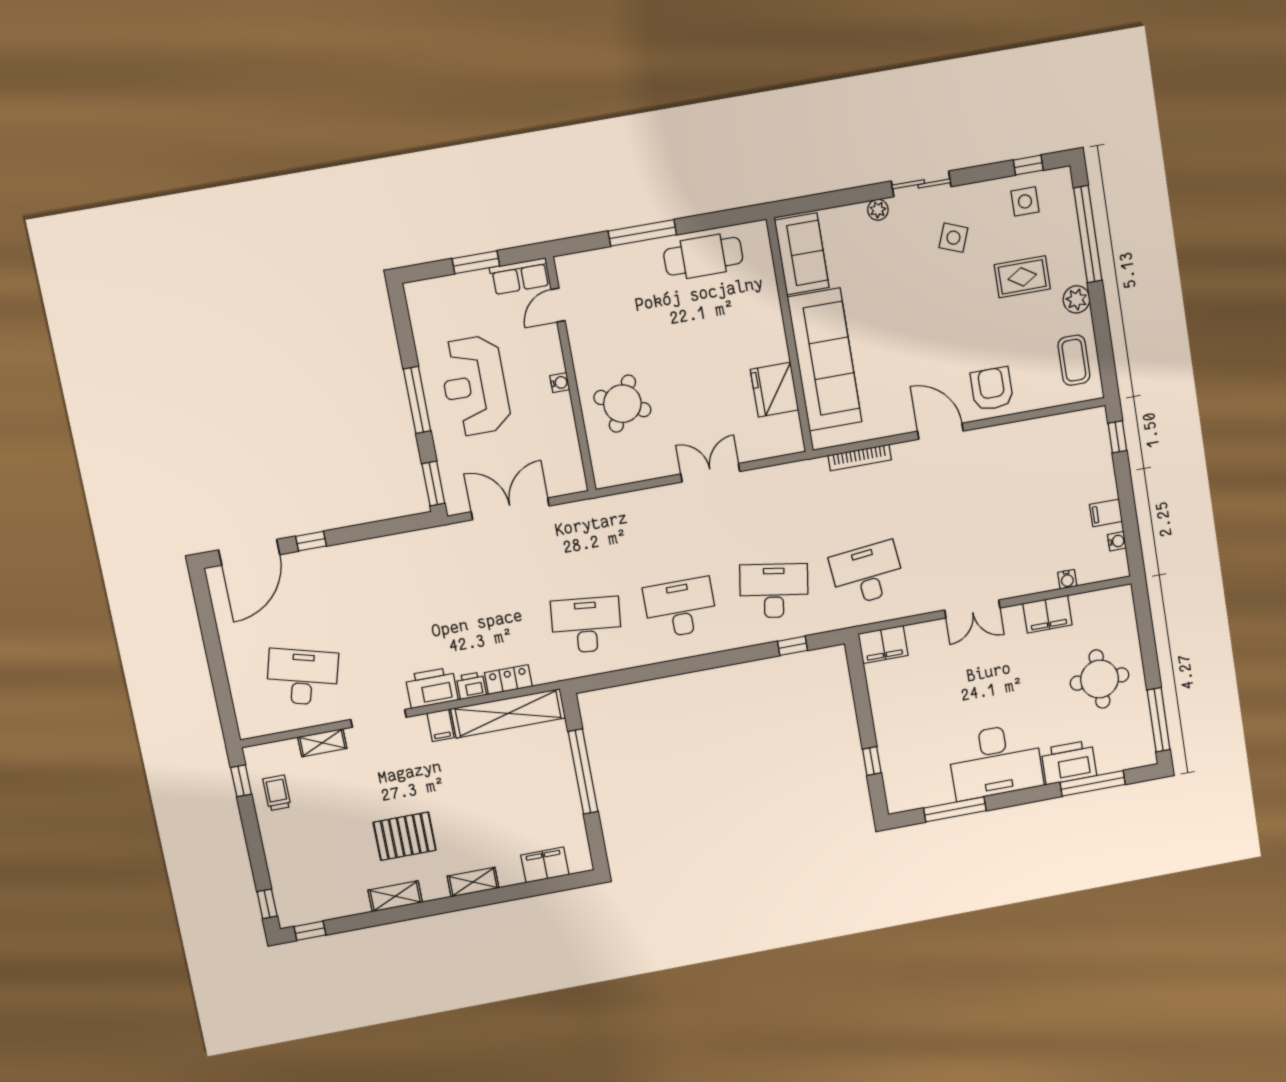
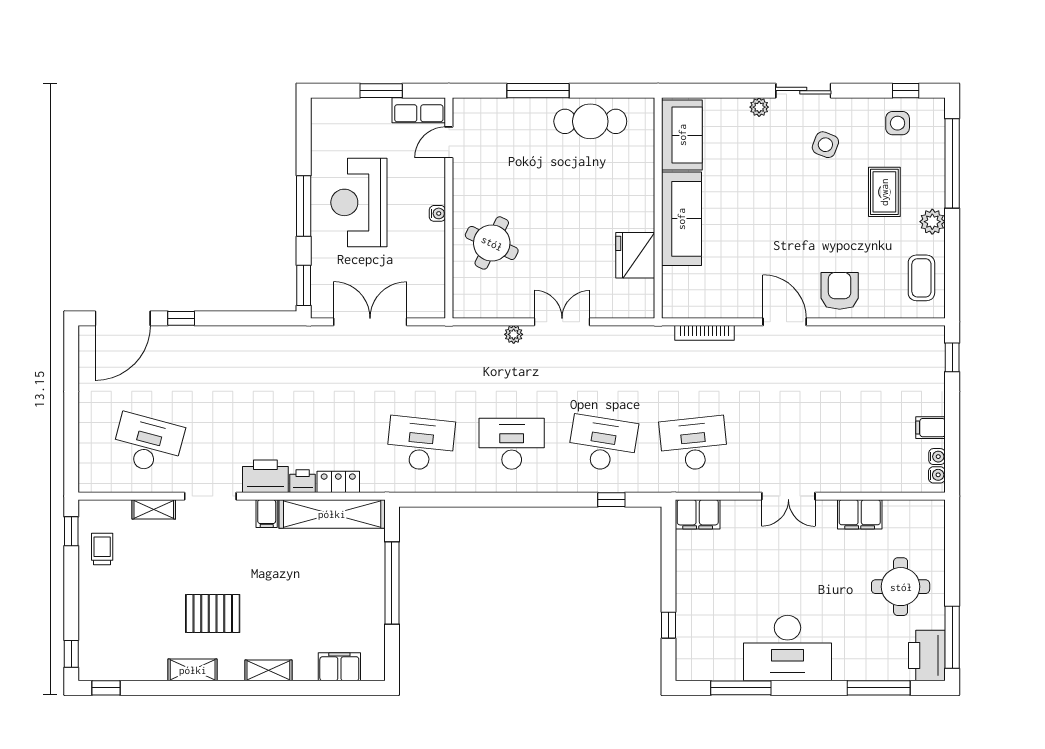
rug: (1022, 277) -> (884, 192), turned 90
sofa: (825, 360) -> (681, 219), width x0.74, depth x0.79
plant: (662, 495) -> (514, 334), added
water cooler: (1067, 579) -> (937, 475), moved, turned -90
printer: (1069, 762) -> (927, 655), moved, turned -90

